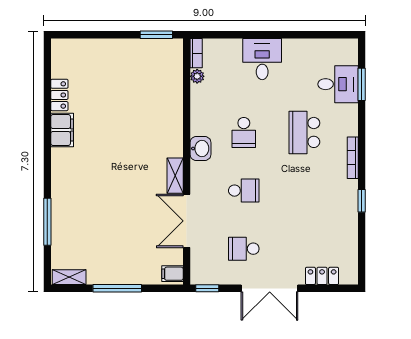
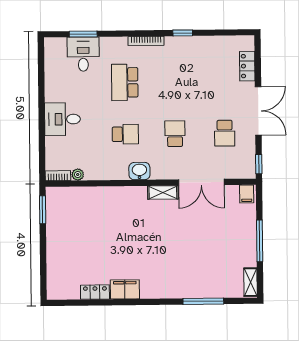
school desk: (304, 132) -> (125, 82), turned 90

